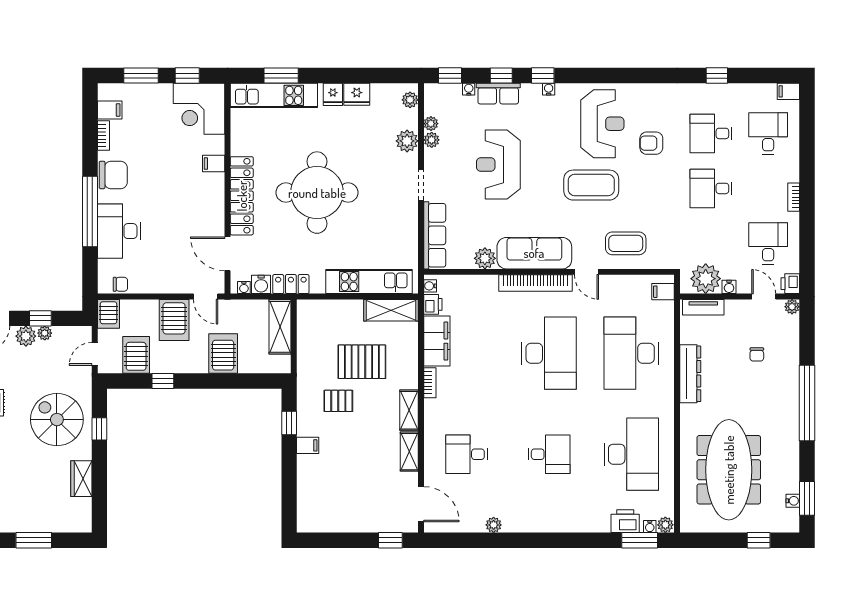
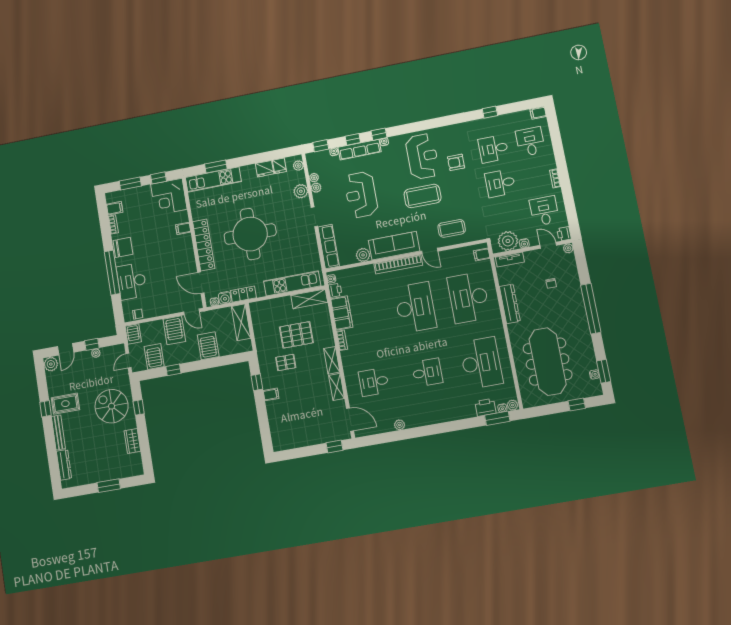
fridge: (333, 94) -> (279, 166), moved
row of seats: (498, 94) -> (360, 150), width x1.48
plant: (26, 336) -> (85, 357), removed

